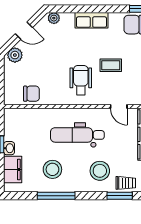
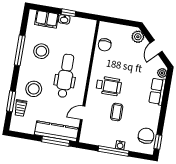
row of seats: (91, 20) -> (157, 91), moved

